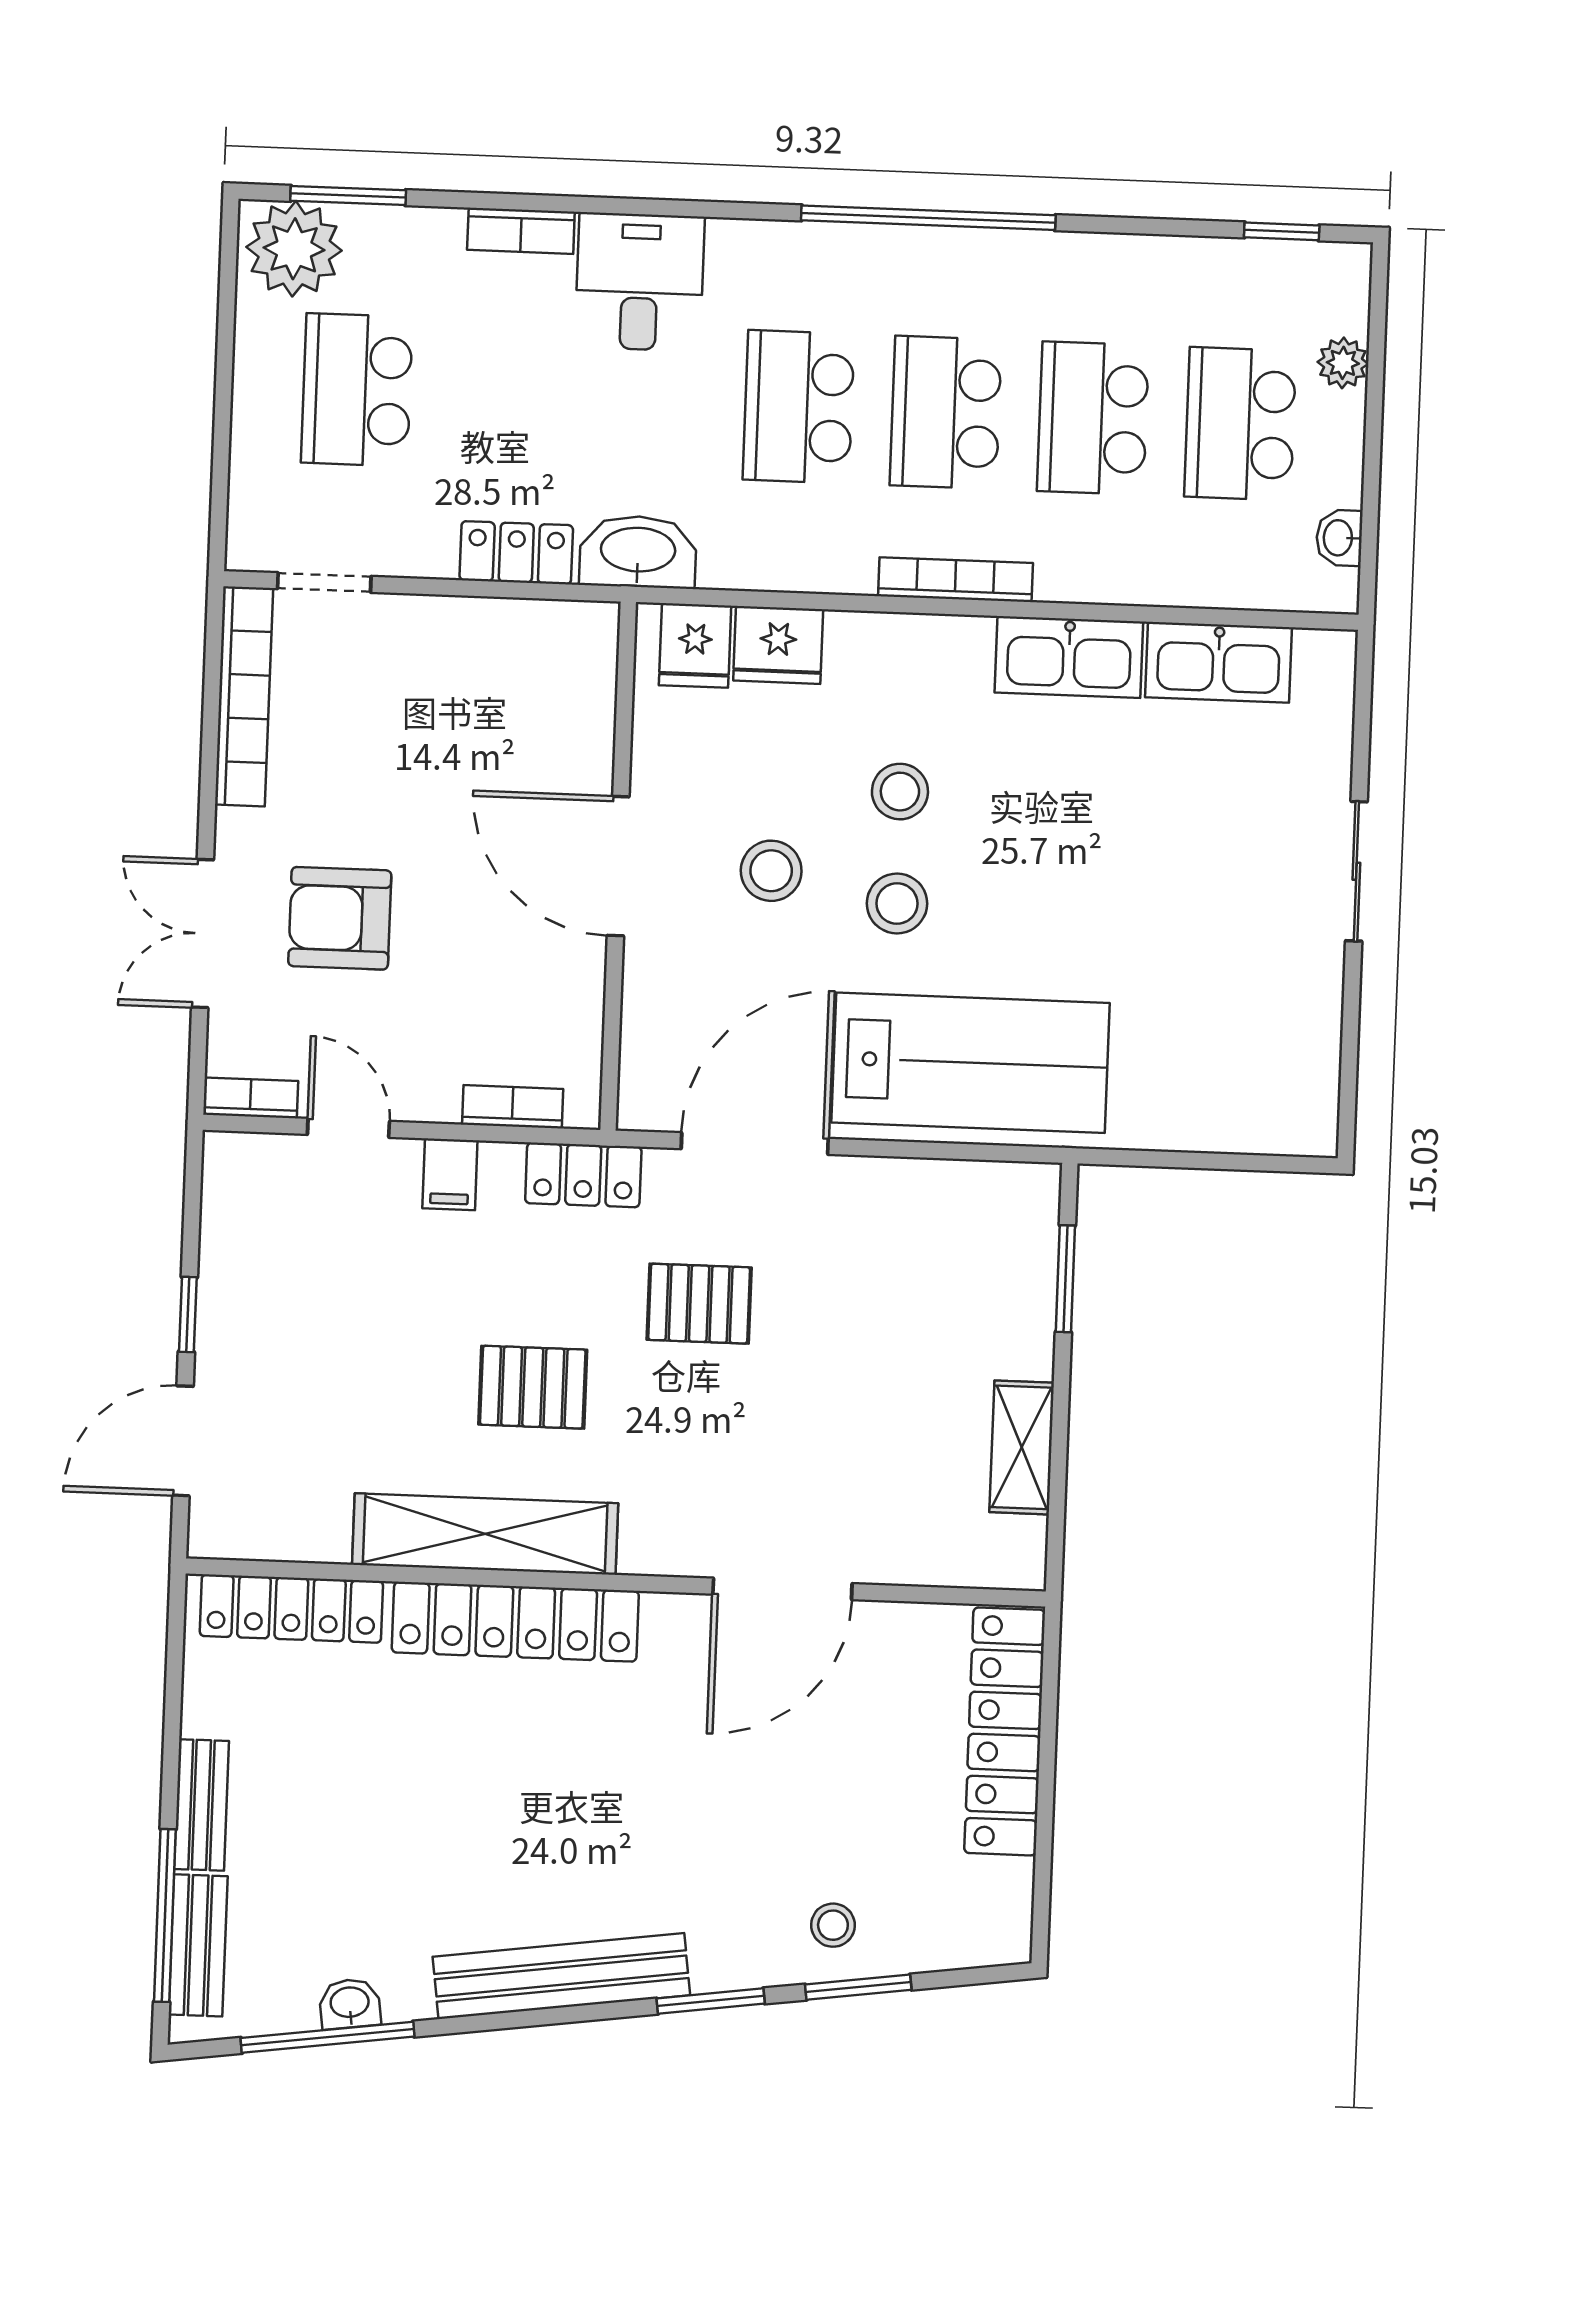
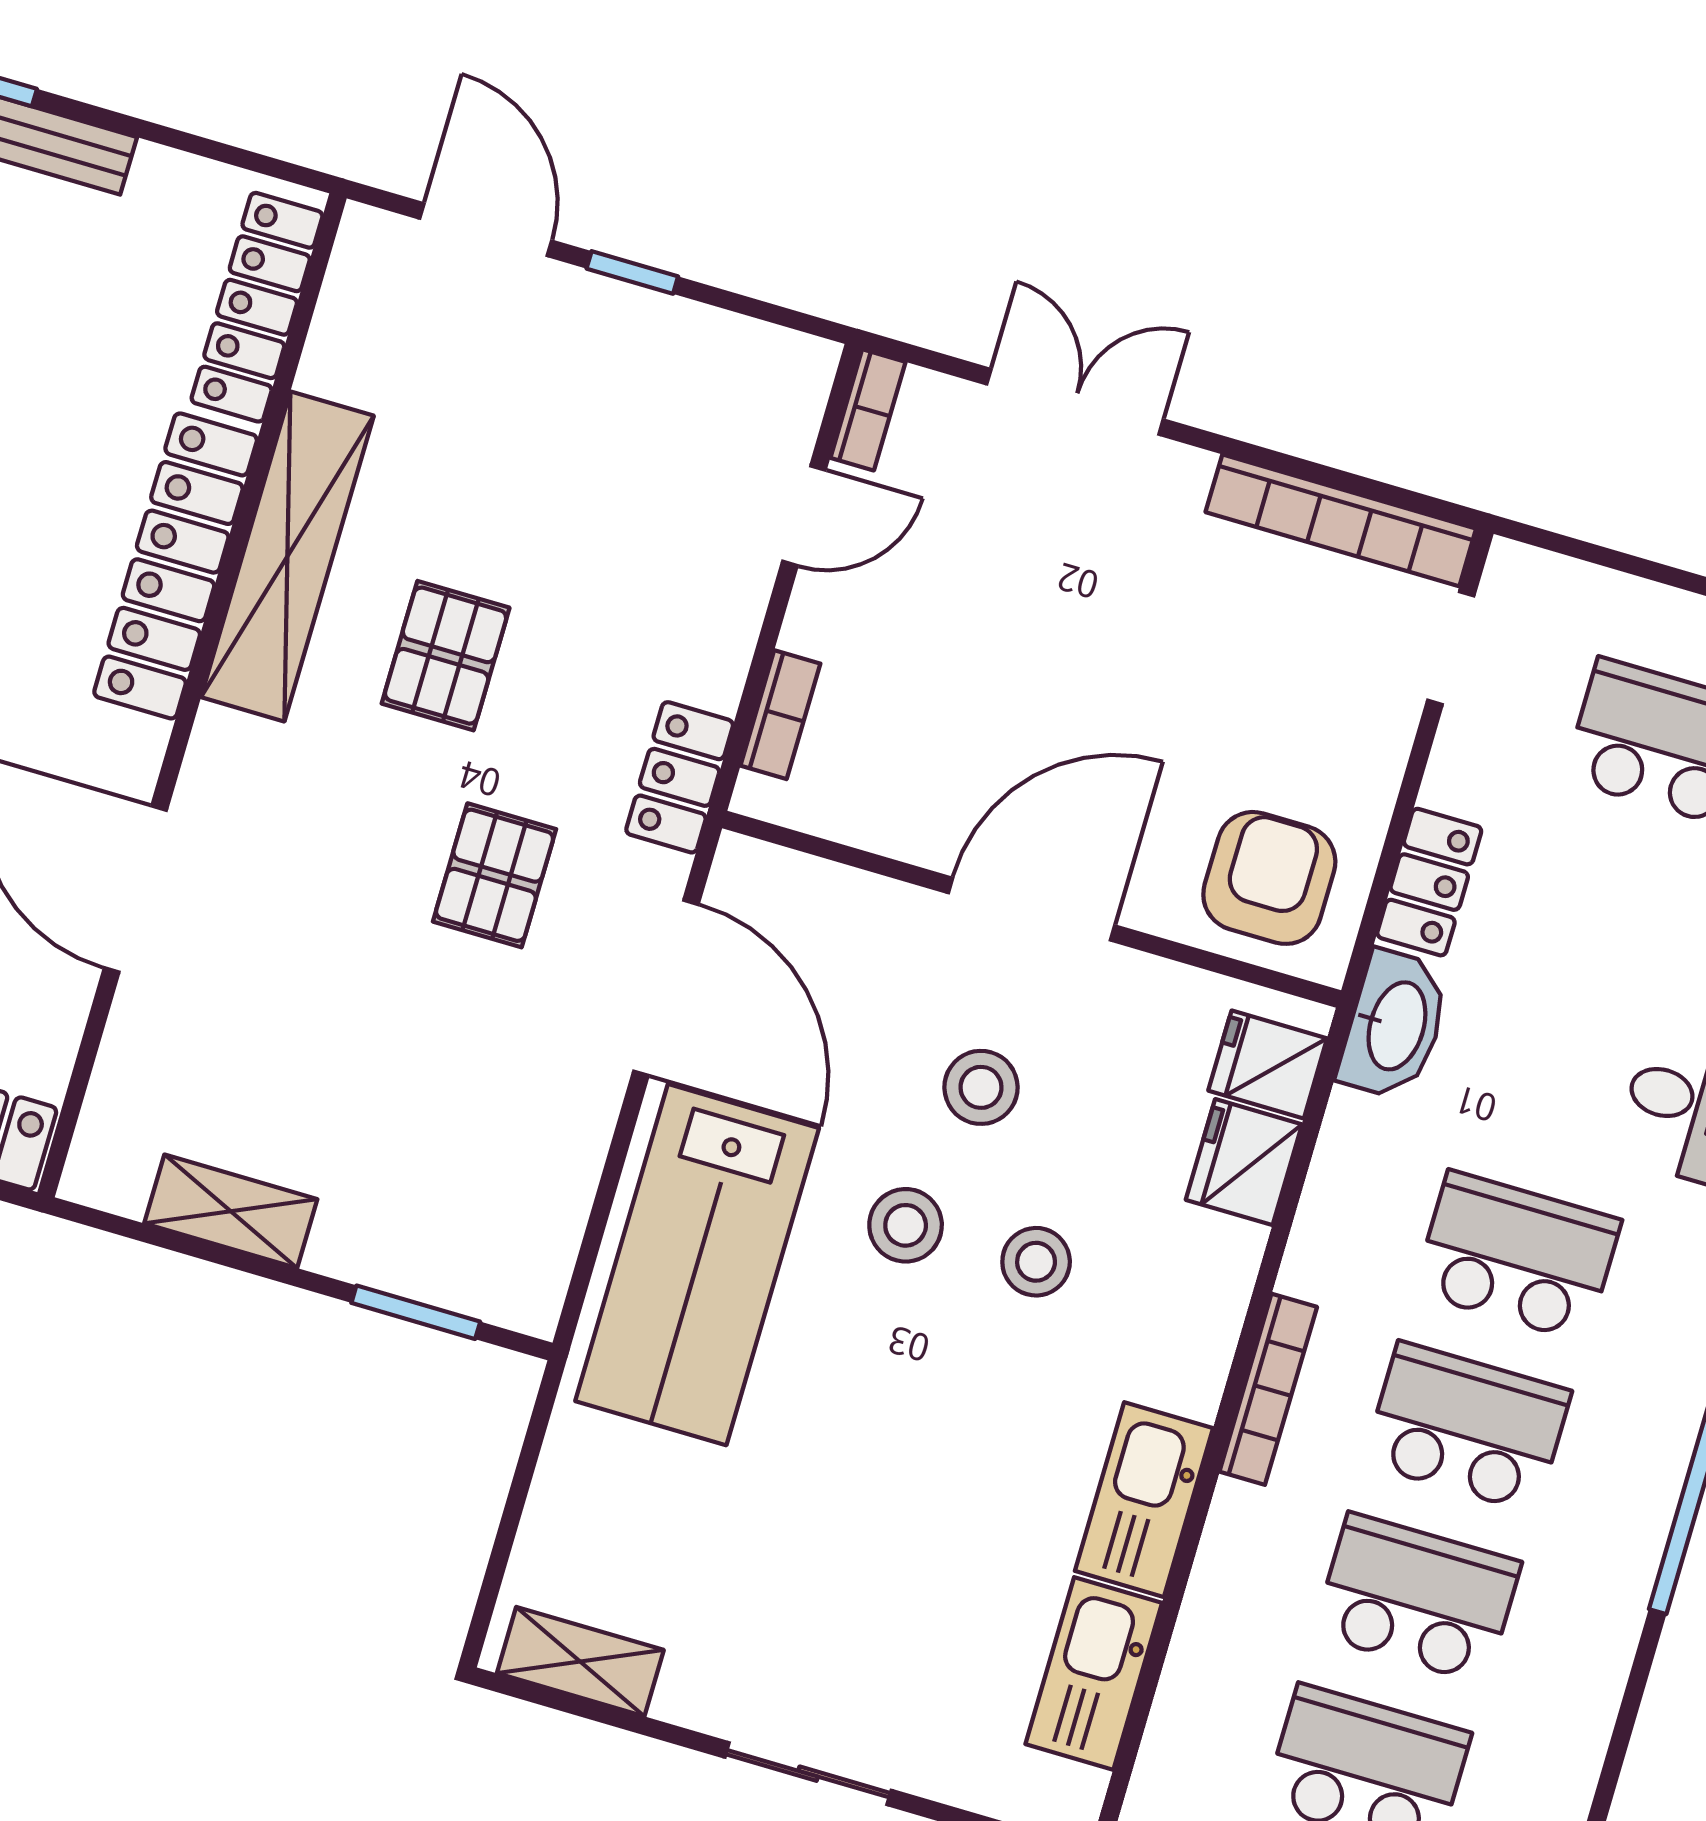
armchair: (340, 918) -> (1269, 878), moved
shelving: (1312, 1076) -> (580, 1662), added
filing cabinet: (450, 1174) -> (720, 621), removed

